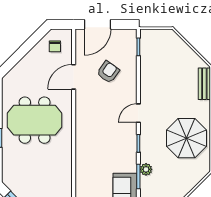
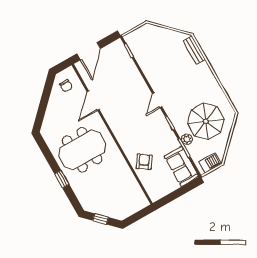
armchair: (108, 72) -> (144, 162), moved
parasol: (186, 138) -> (206, 121), moved

